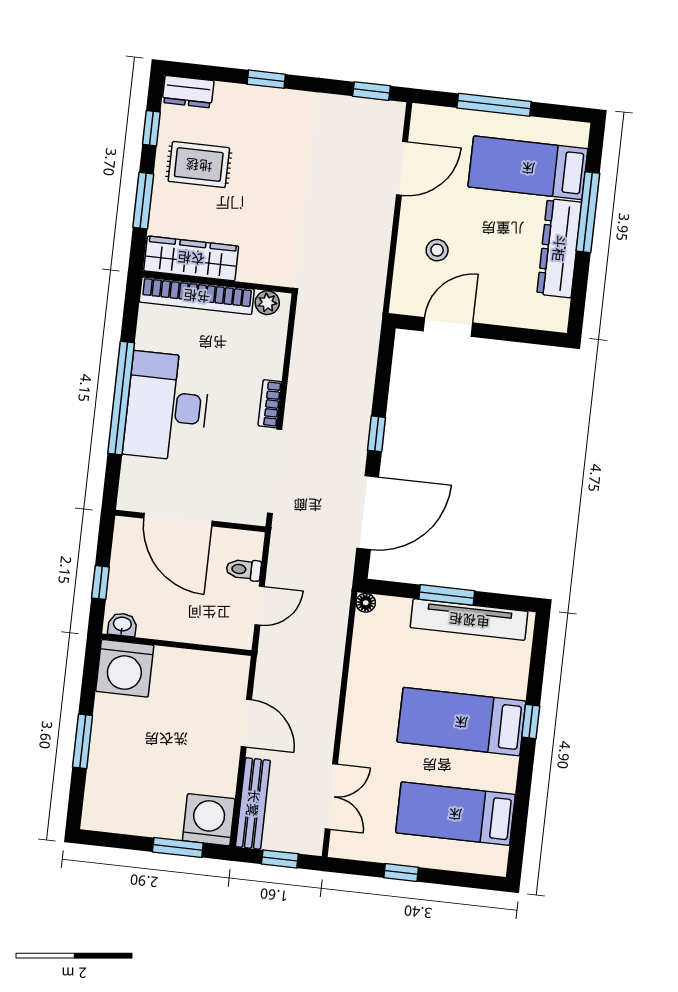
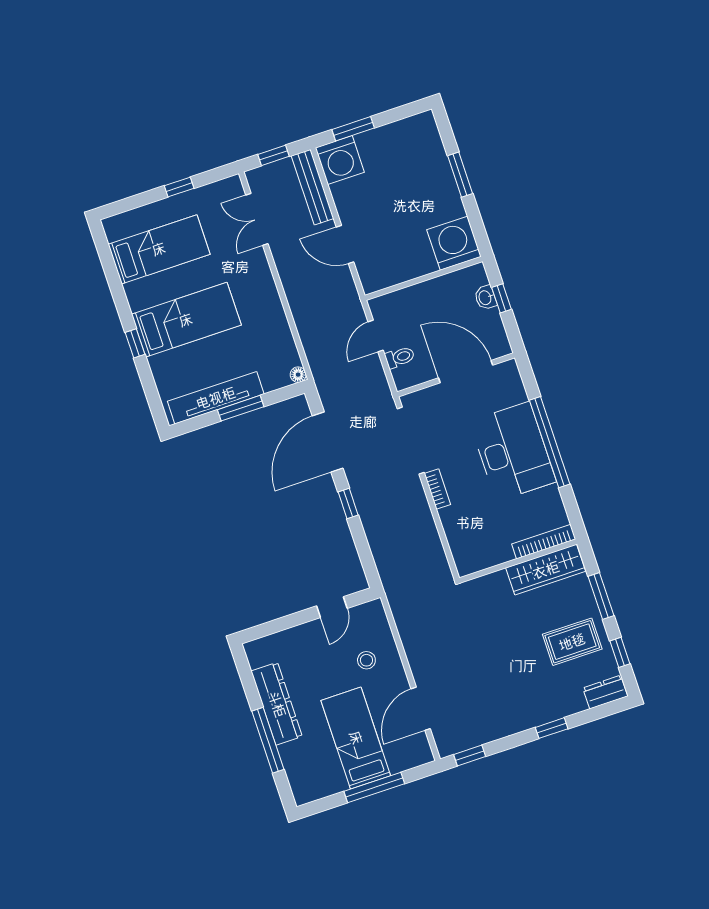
bed: (528, 168) -> (356, 738), moved, turned -90
bookcase: (197, 296) -> (544, 542), width x0.68, depth x0.76
plant: (267, 303) -> (474, 563), removed
door: (448, 327) -> (332, 607), width x0.73
washbasin: (122, 625) -> (485, 298), moved, turned 90

